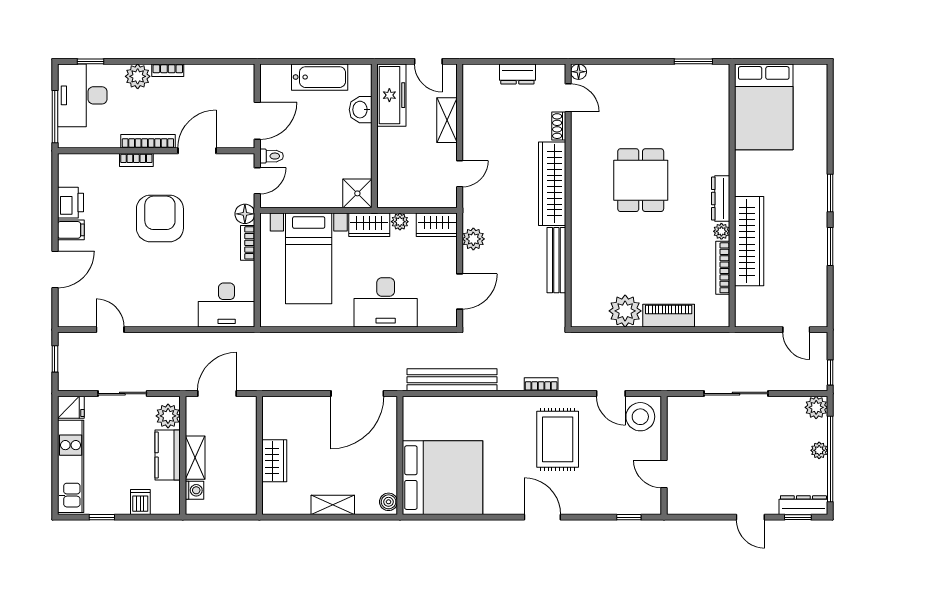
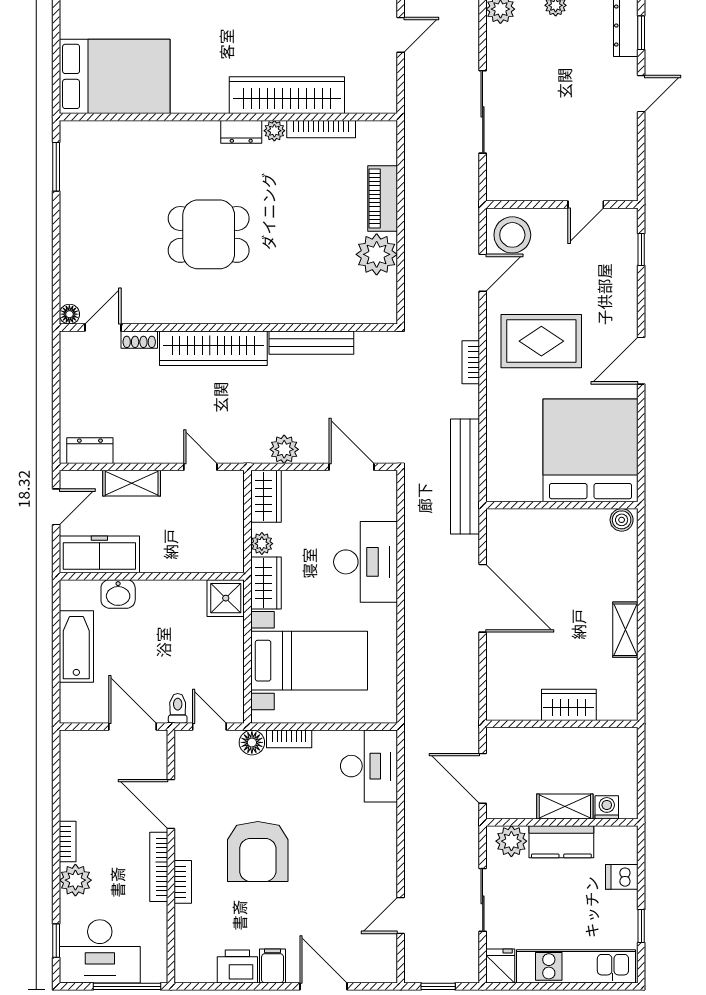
dresser: (517, 74) -> (90, 451), moved, turned -90
dresser: (721, 199) -> (241, 132), width x0.70
armchair: (160, 218) -> (258, 852), turned -90
wall: (400, 455) -> (562, 505), moved
bed: (443, 478) -> (591, 450), moved
boiler: (389, 502) -> (622, 520), moved

